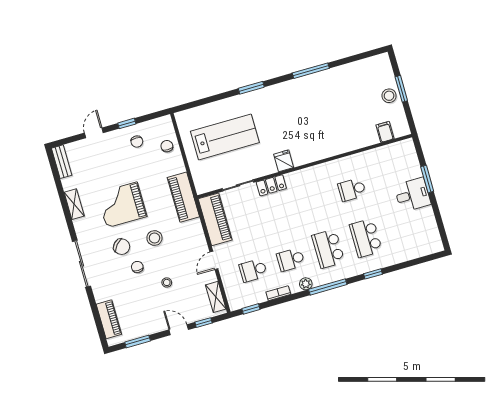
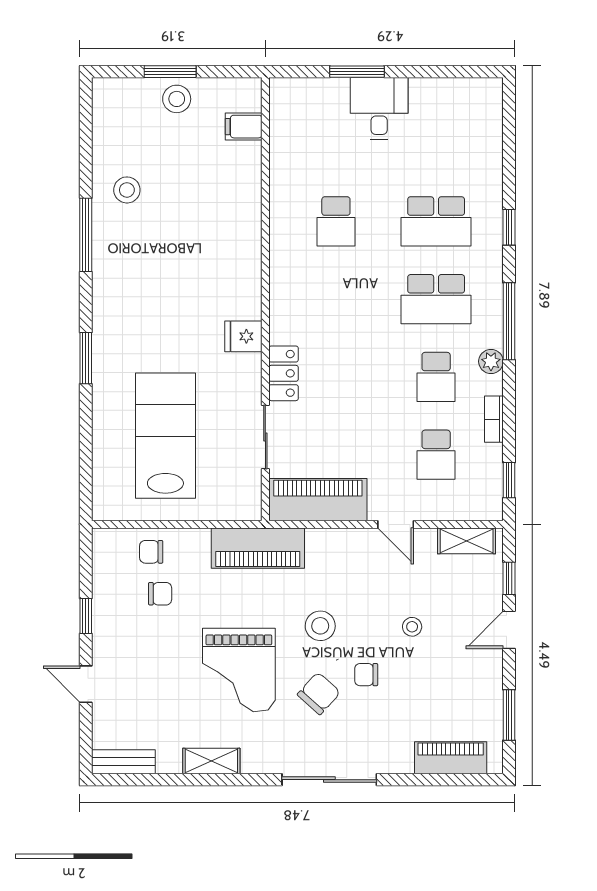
stool: (338, 84) -> (127, 190), added
chair: (137, 142) -> (160, 594), moved

